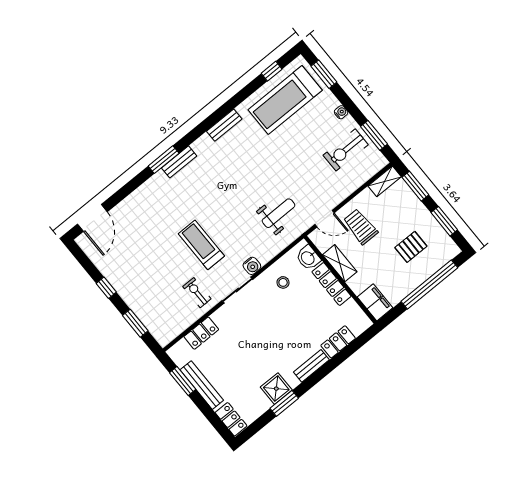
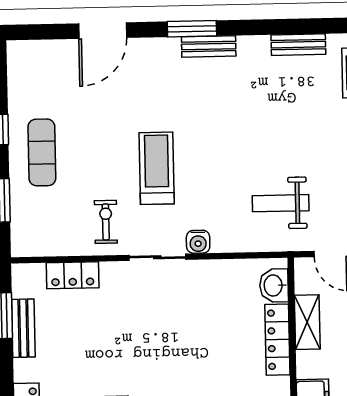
weight bench: (279, 213) -> (281, 203), turned 180
door: (92, 218) -> (103, 31), moved
stool: (283, 282) -> (220, 292), removed
exercise mat: (136, 283) -> (42, 152), added
bench: (202, 385) -> (23, 328), width x0.73

